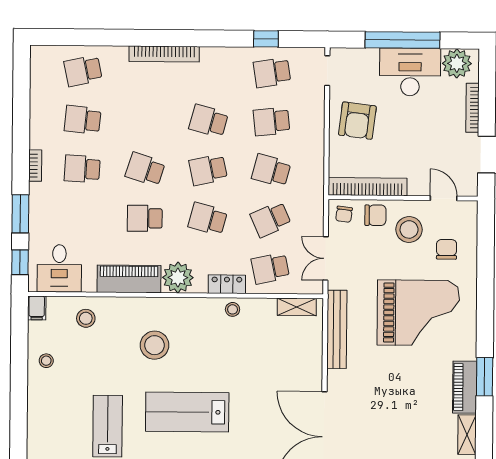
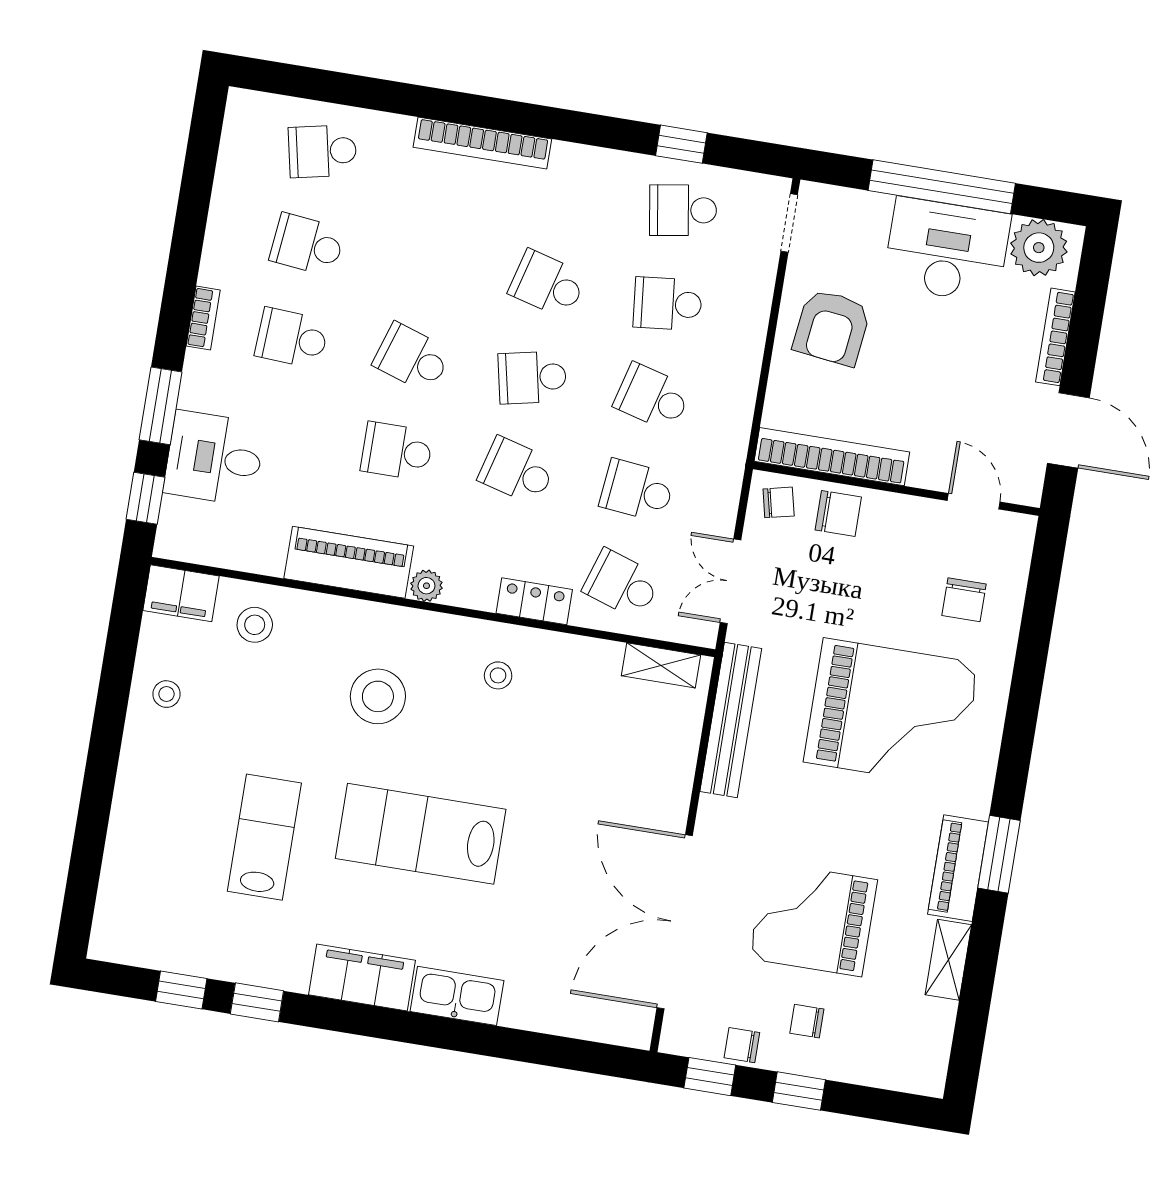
chair: (344, 214) -> (779, 502), turned -110
school desk: (271, 219) -> (637, 491), turned 30
stool: (409, 229) -> (898, 551), removed
chair: (447, 249) -> (964, 600), turned 180
desk: (59, 268) -> (214, 458), moved, turned 90
school desk: (270, 268) -> (622, 584), turned 30
plant: (178, 278) -> (426, 586), width x0.53, depth x0.53
filing cabinet: (37, 308) -> (181, 593), width x2.00
stool: (233, 309) -> (498, 675), moved
grand piano: (395, 425) -> (813, 919), added

